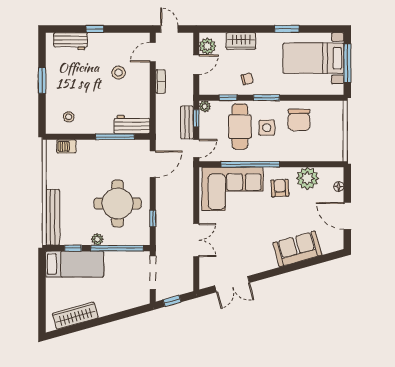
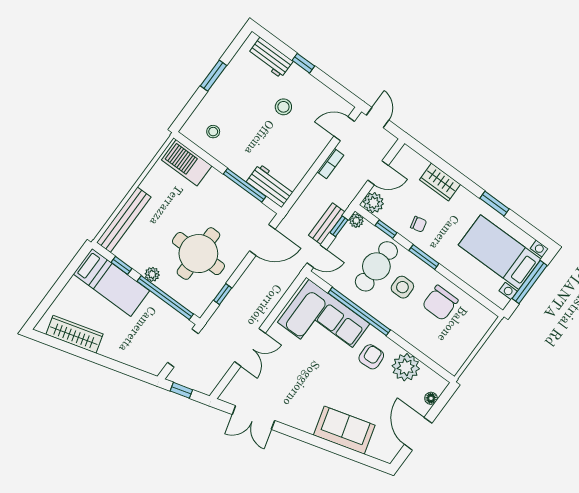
plant: (207, 46) -> (373, 203), moved
stool: (118, 73) -> (283, 107), moved
barbecue: (66, 146) -> (187, 163), width x1.88, depth x1.53

